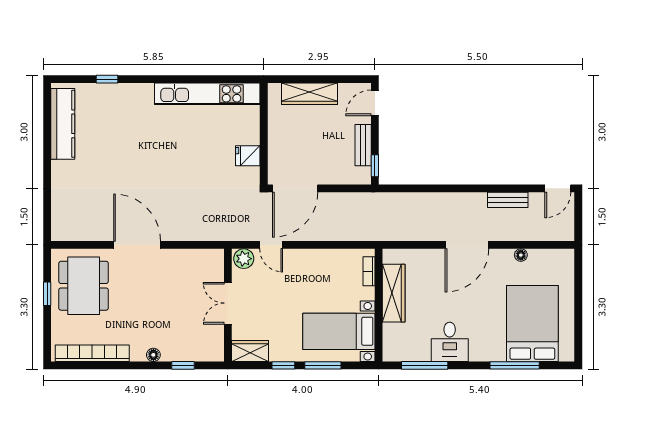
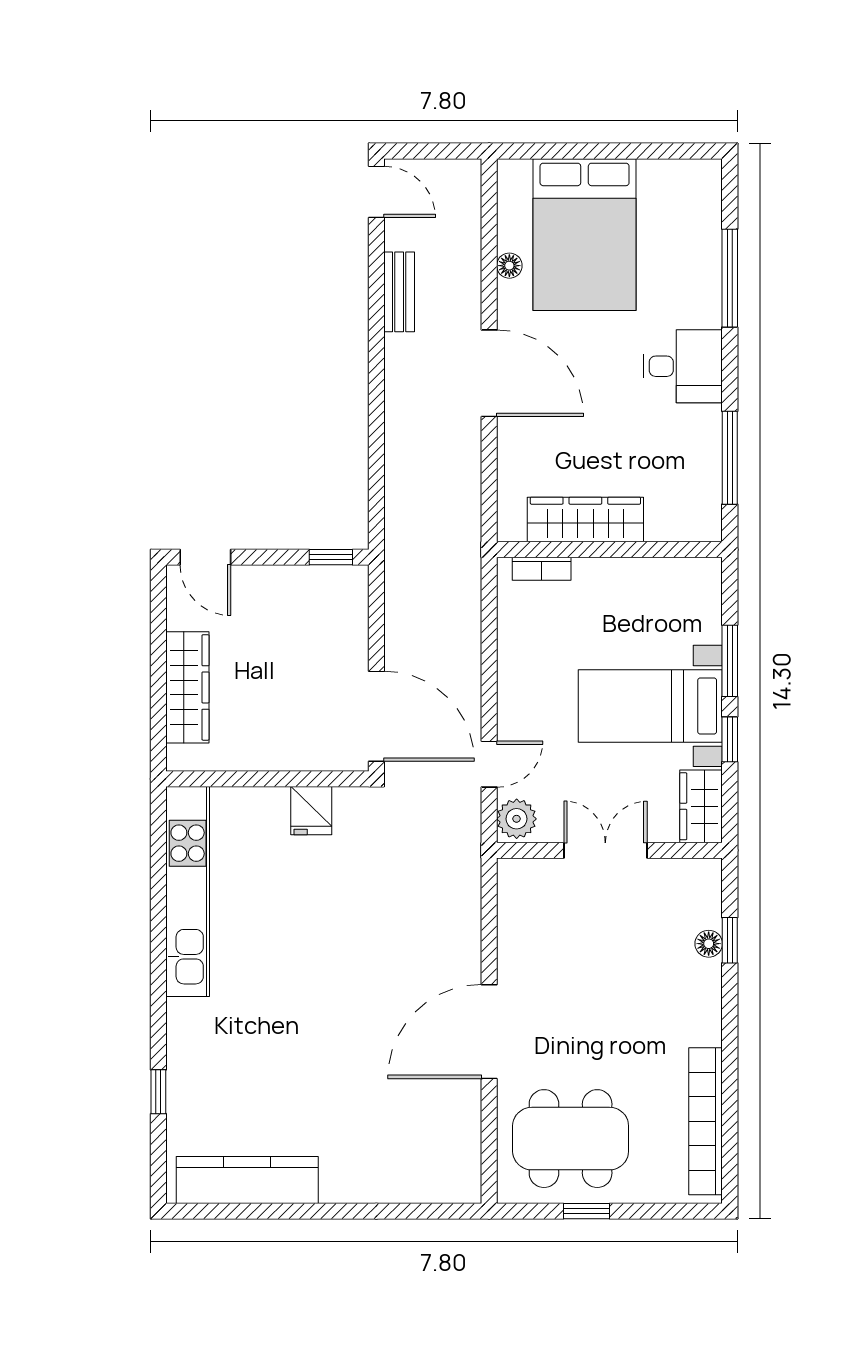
bench: (363, 145) -> (290, 580), removed
double door: (228, 303) -> (605, 850), swing flipped
bed: (532, 324) -> (585, 235), moved, turned -90
bed with nightstands: (339, 331) -> (650, 706), moved, turned 90
desk: (450, 342) -> (683, 366), moved
floor lamp: (153, 355) -> (709, 944), moved

